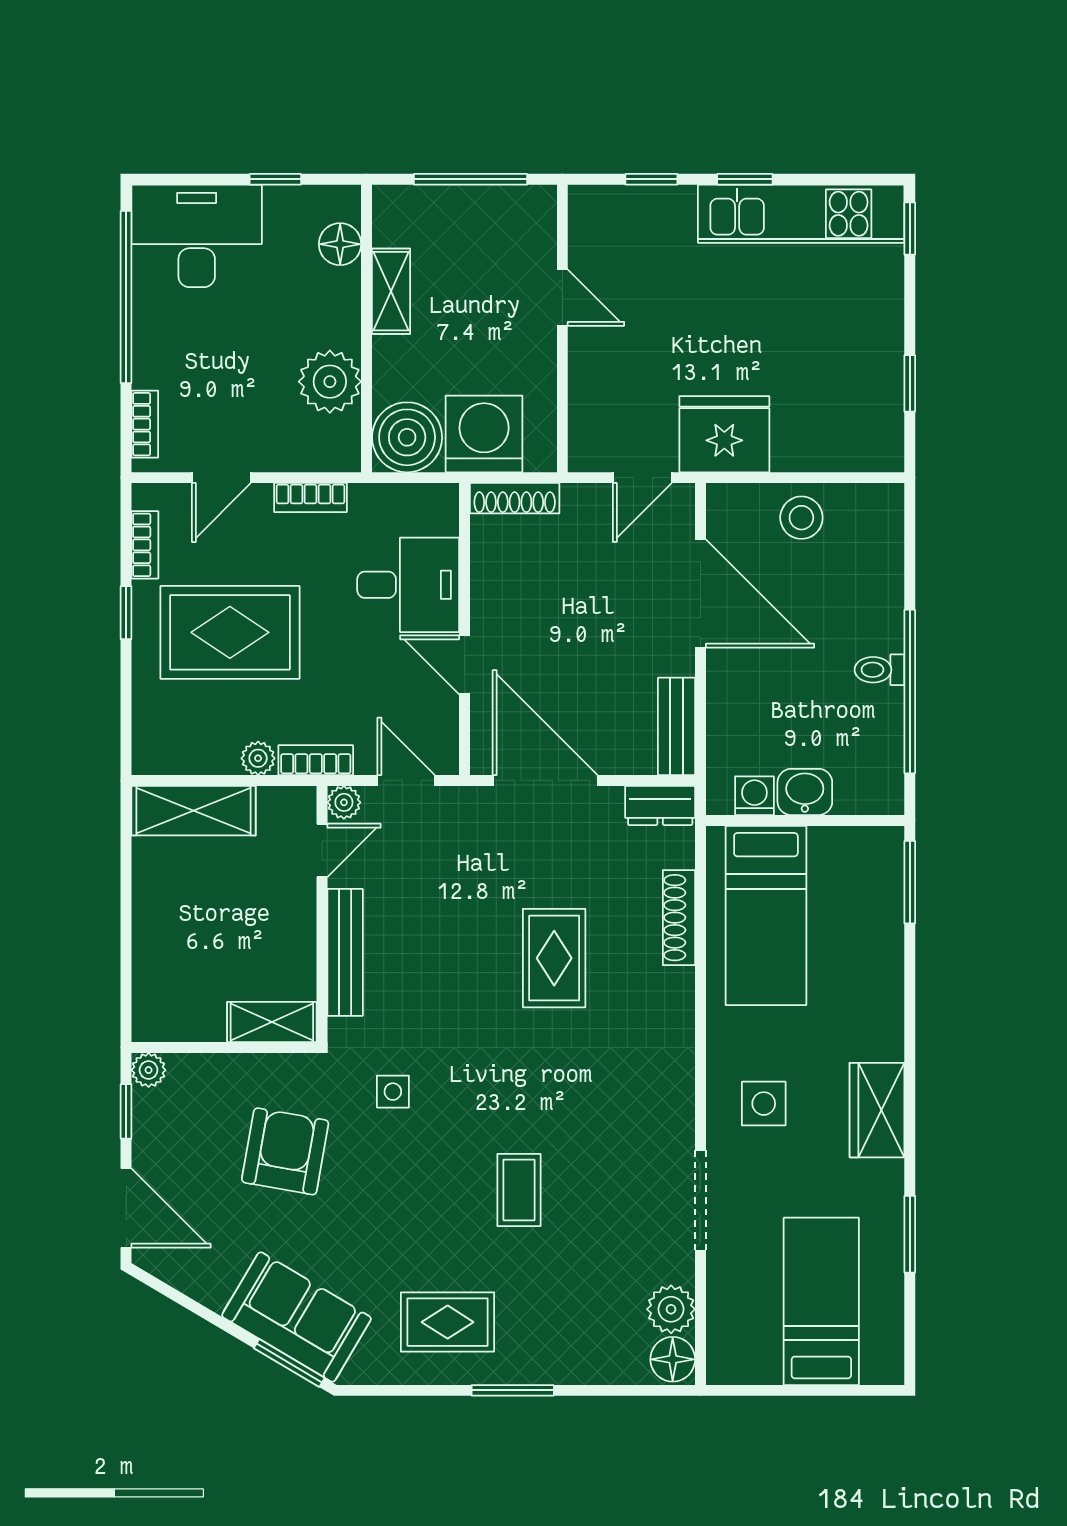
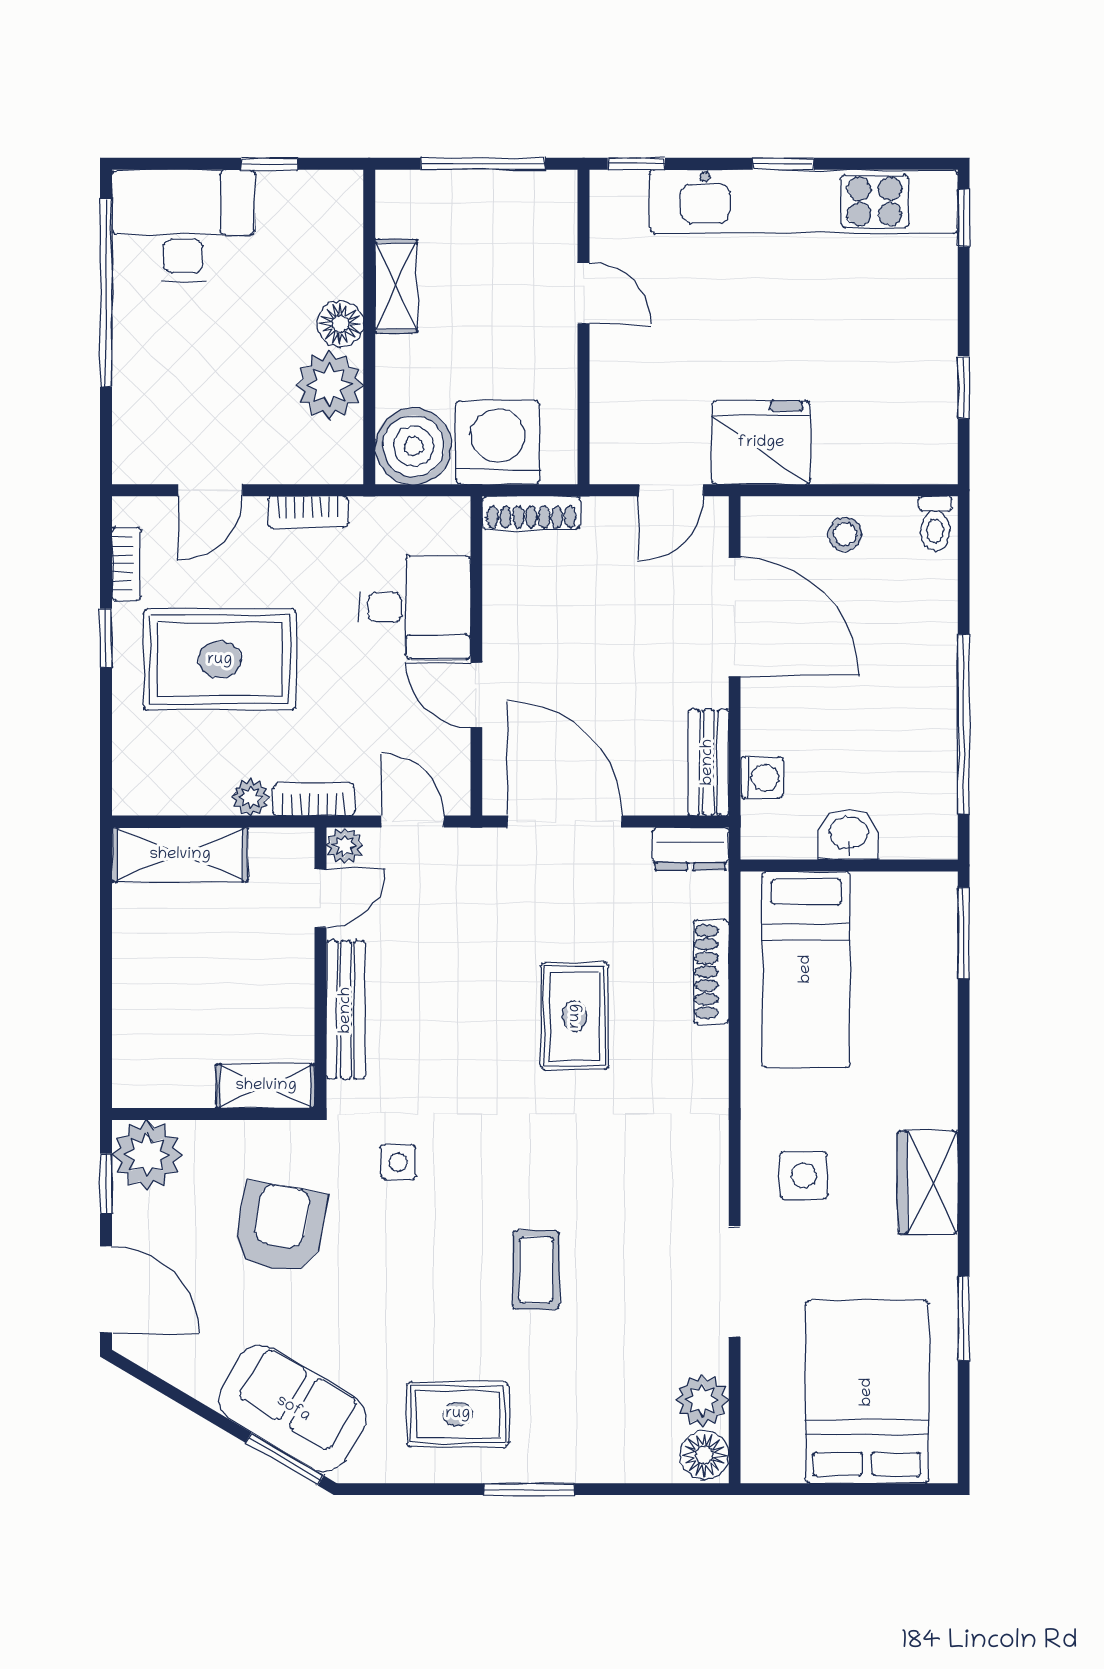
window: (651, 179) -> (636, 164), moved
kitchen unit: (801, 214) -> (804, 201), width x1.36
floor lamp: (340, 244) -> (340, 324), moved
bookcase: (145, 424) -> (127, 432), removed
stool: (801, 518) -> (845, 534), width x0.73, depth x0.73
toilet: (879, 670) -> (935, 523), moved, turned -90
washing machine: (754, 796) -> (762, 778), moved, turned 90
plant: (149, 1070) -> (147, 1155), width x1.87, depth x1.87
bed: (821, 1301) -> (867, 1392), width x1.50

